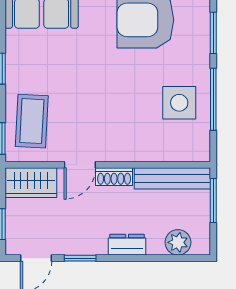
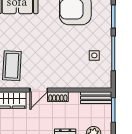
side table: (179, 103) -> (94, 55), width x0.54, depth x0.54
bench: (172, 178) -> (96, 98), width x0.73

